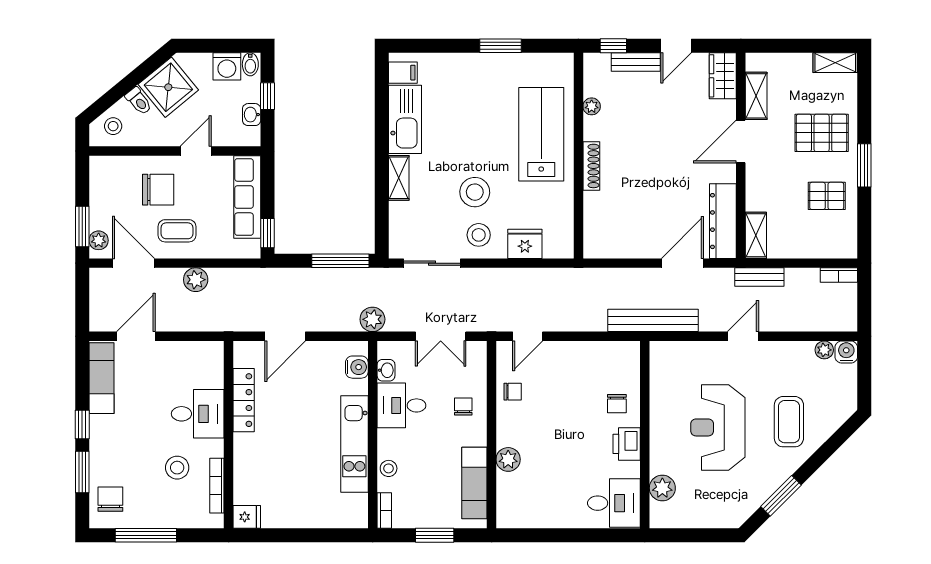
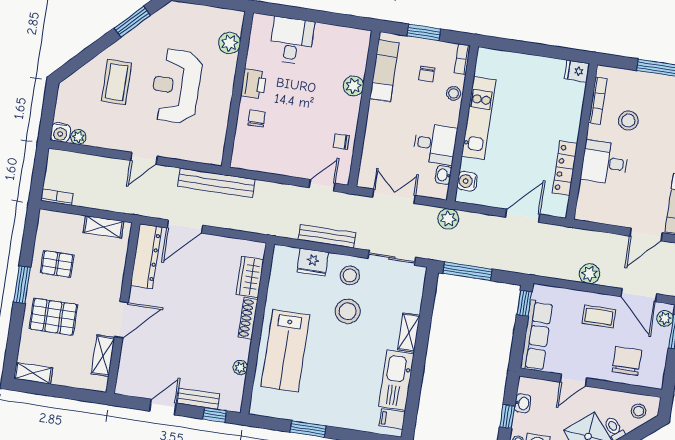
wardrobe: (723, 76) -> (250, 277), moved, turned 180
chair: (158, 190) -> (627, 361), moved, turned 90
shelving: (756, 235) -> (103, 227), moved, turned 90
bench: (759, 277) -> (327, 236), moved, width x1.36
chair: (463, 406) -> (427, 74), moved
reception desk: (718, 427) -> (176, 86), turned 180
desk: (614, 503) -> (292, 41), moved, turned 90

